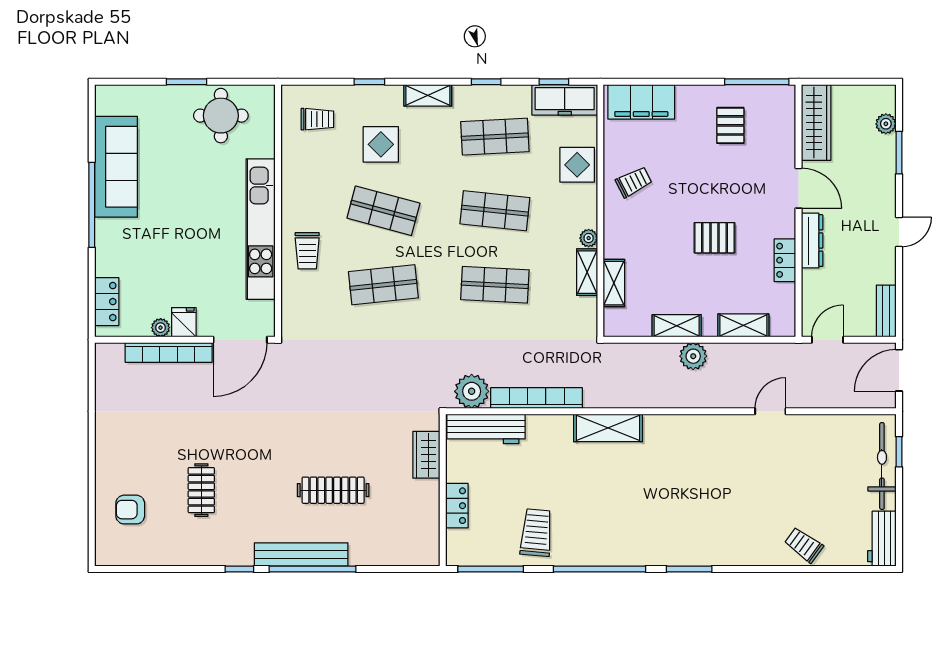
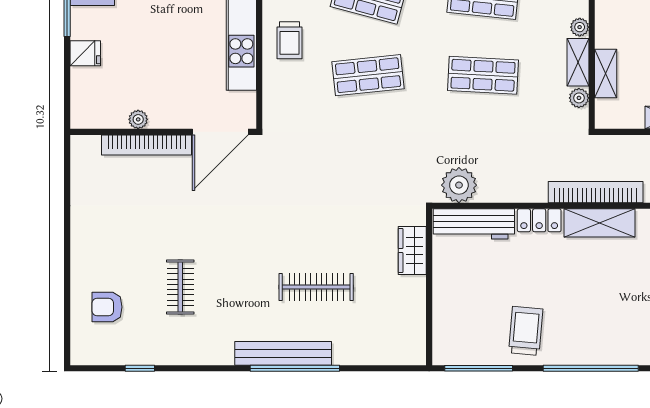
locker: (107, 302) -> (83, 93), removed
plant: (588, 307) -> (579, 98), added
fridge: (184, 322) -> (85, 53), moved, turned 90
bookcase: (537, 398) -> (596, 192), moved
locker: (457, 506) -> (539, 220), moved, turned 90
window: (239, 569) -> (140, 368), moved

